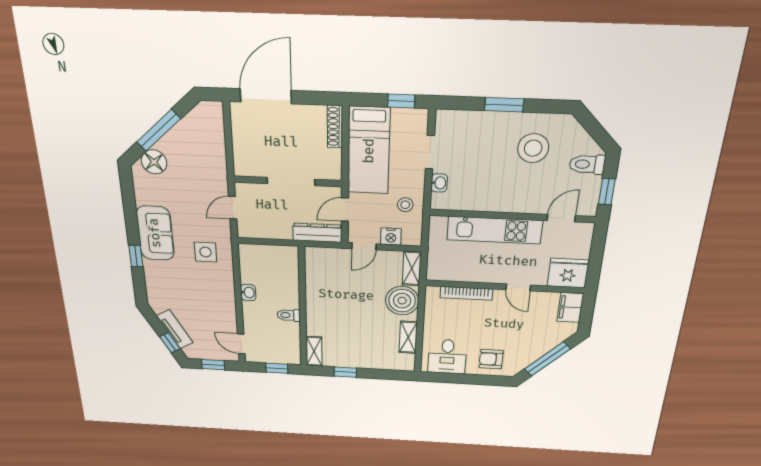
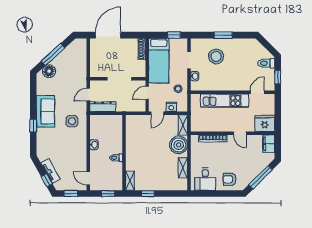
stool: (533, 148) -> (216, 56), moved
dresser: (317, 233) -> (103, 107), moved

